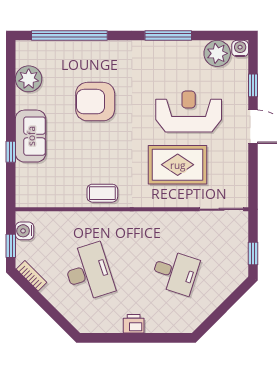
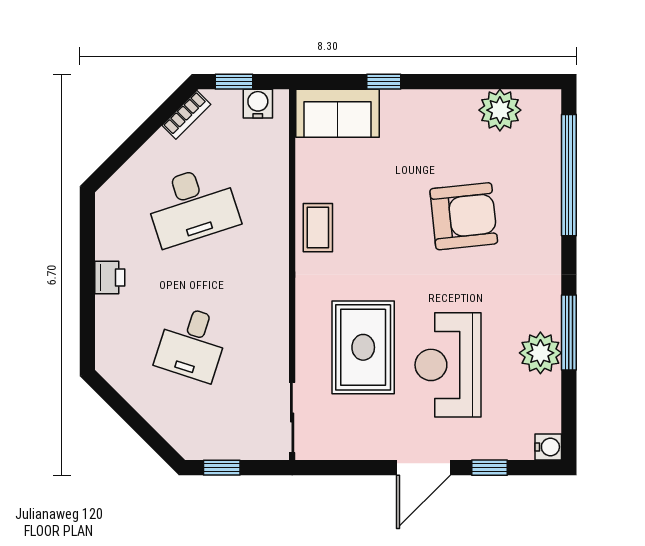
plant: (217, 53) -> (540, 353), moved
armchair: (95, 102) -> (464, 216), turned 84
reception desk: (189, 111) -> (448, 365), turned 180
sofa: (31, 136) -> (338, 113), moved

